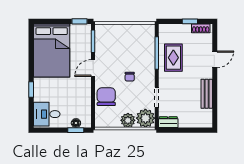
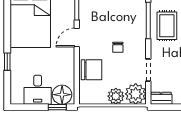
chair: (106, 97) -> (91, 70), turned 90
desk: (47, 114) -> (38, 90), moved, turned -90
floor lamp: (76, 123) -> (62, 95), width x1.89, depth x1.89

